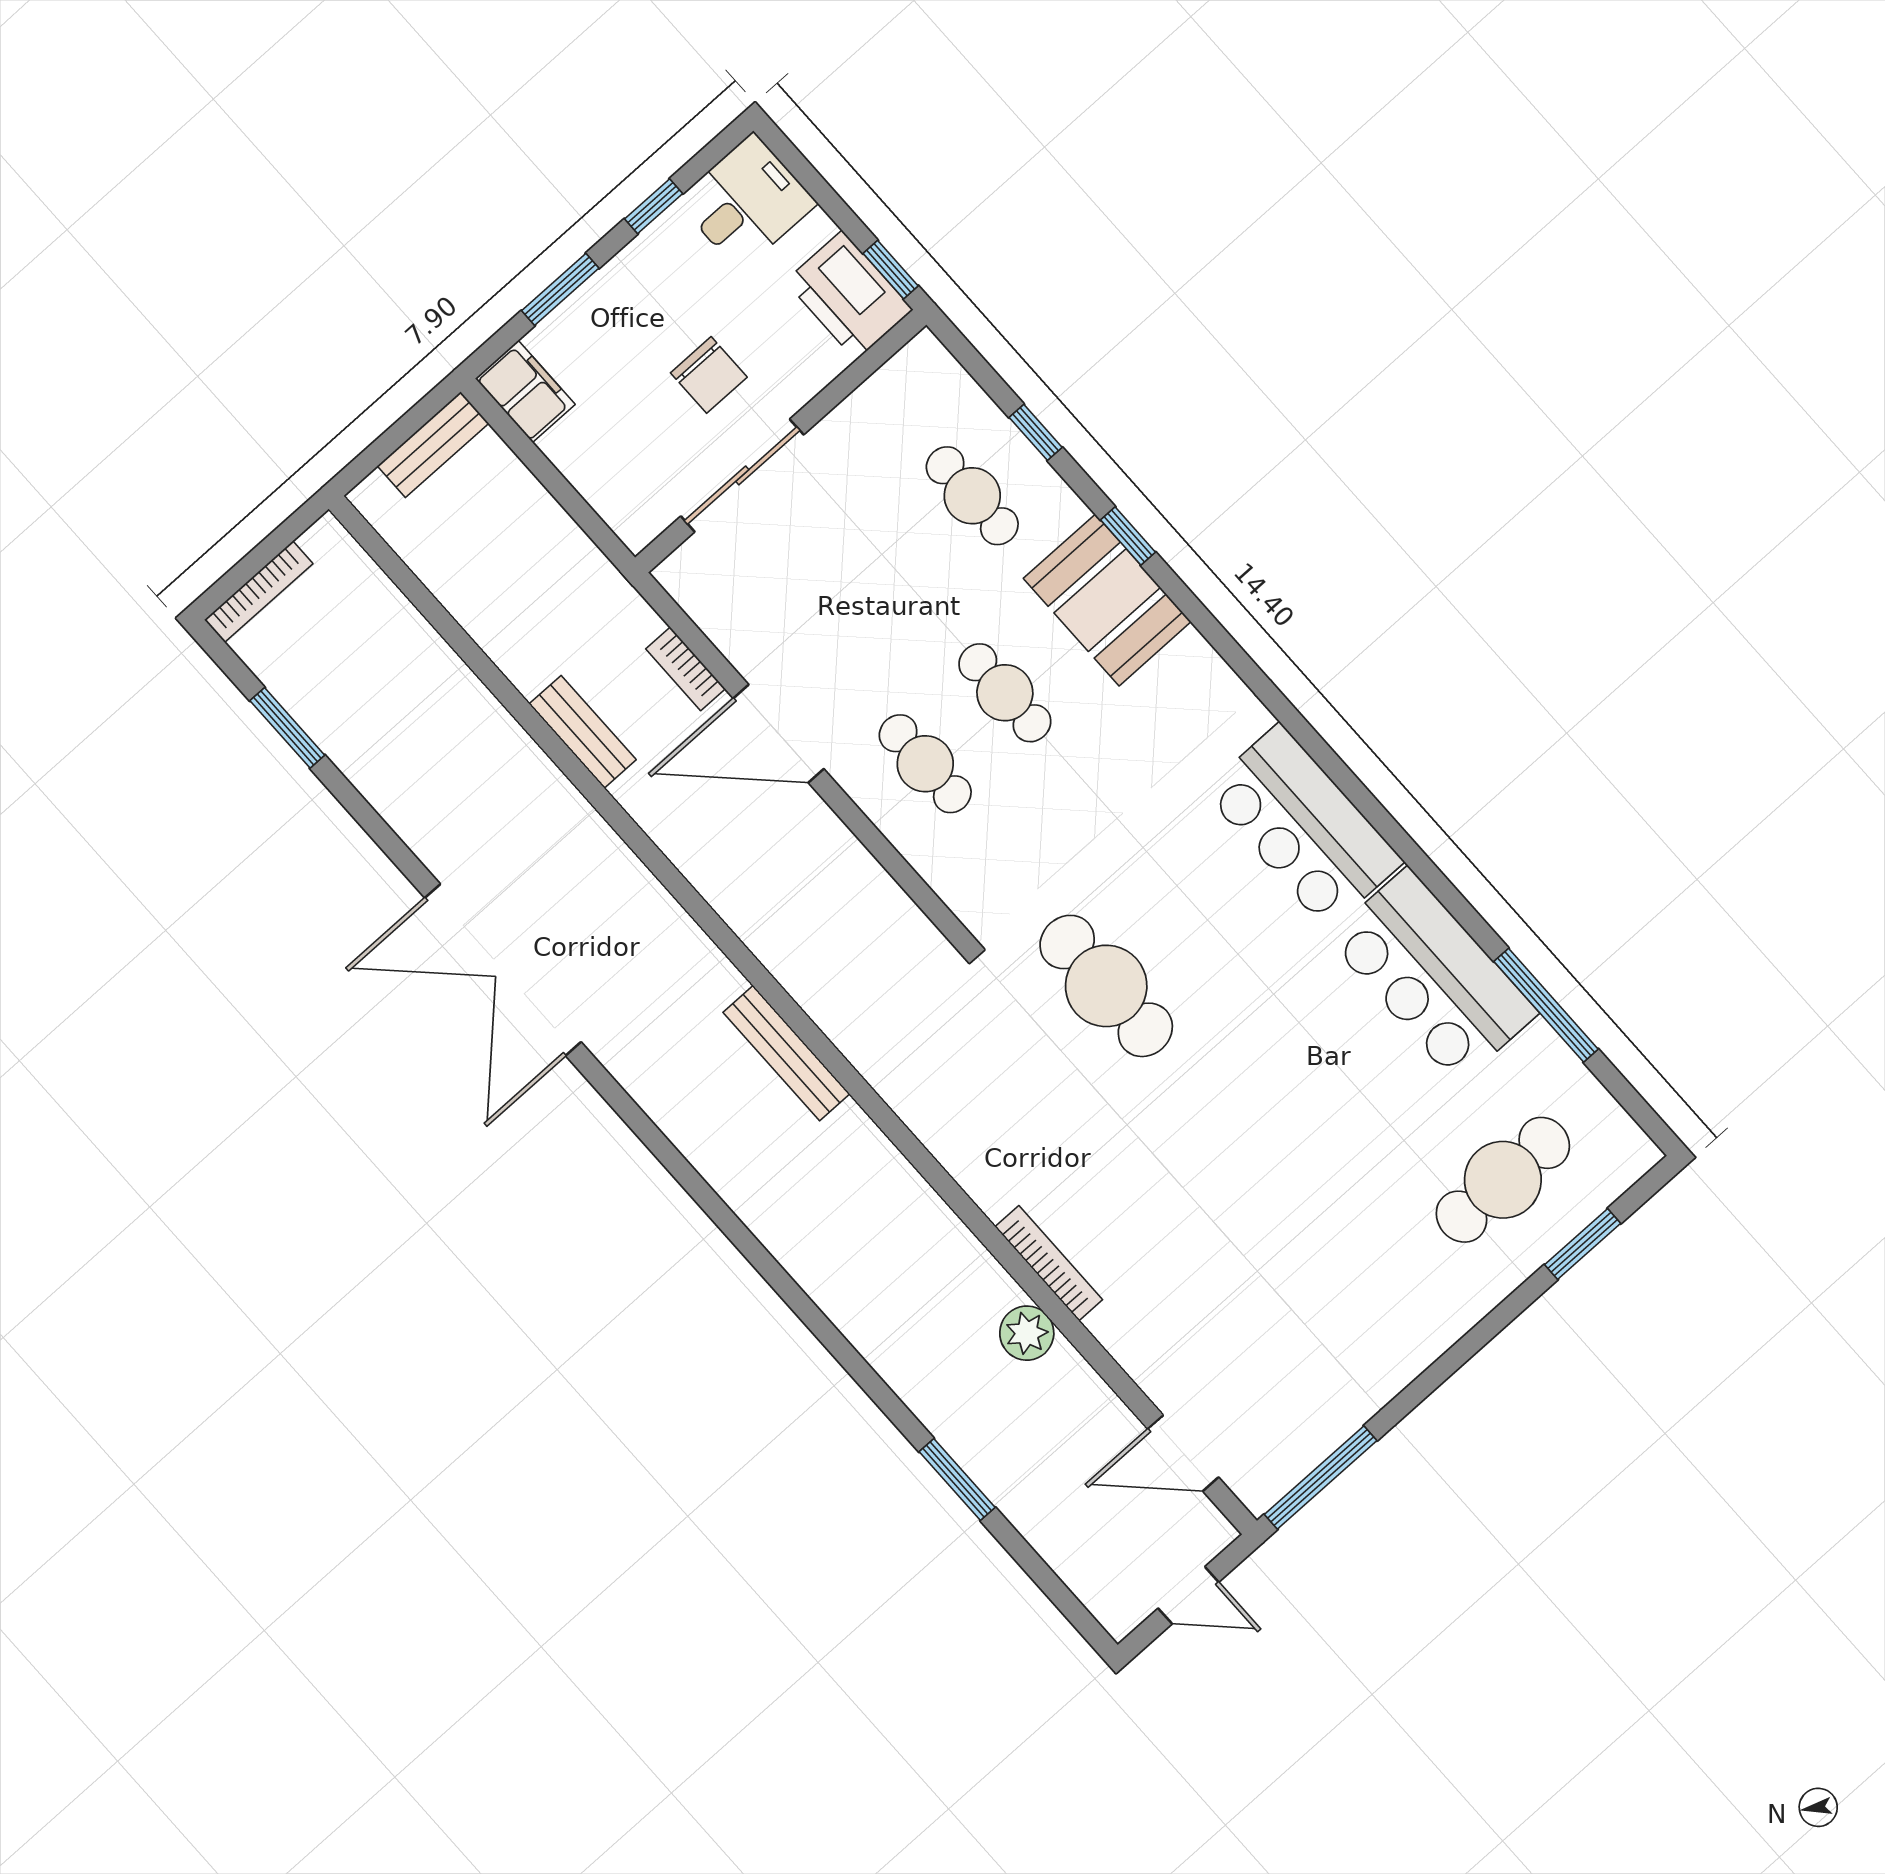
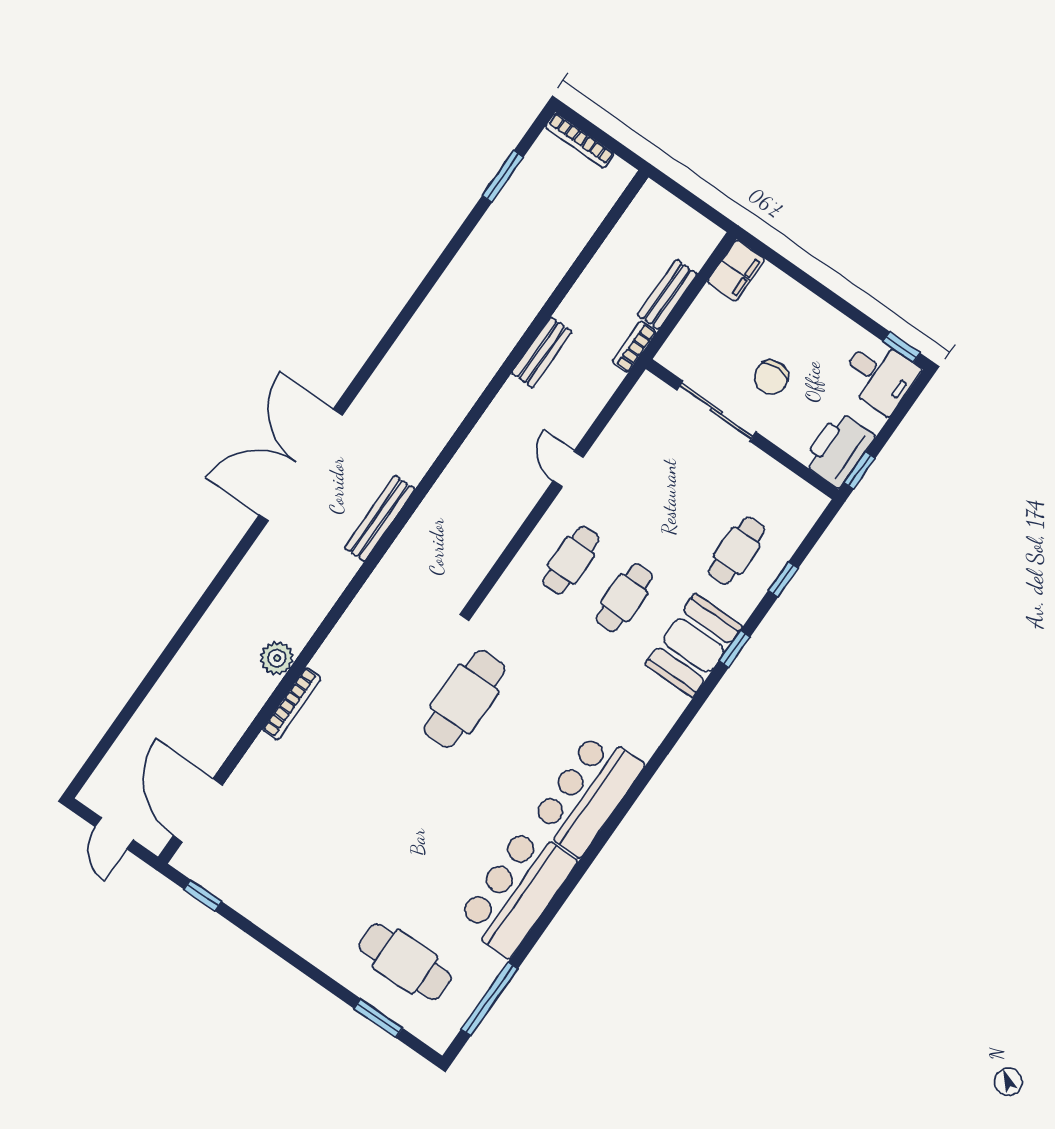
window: (654, 206) -> (902, 347), moved
window: (560, 289) -> (801, 277), removed
bench: (433, 445) -> (667, 294), moved, turned 90
bookcase: (685, 669) -> (634, 347), moved
door: (779, 734) -> (568, 469), width x0.53
double door: (503, 970) -> (301, 465), moved
window: (1546, 1005) -> (489, 999), moved
plant: (1027, 1333) -> (277, 658), moved
door: (1183, 1453) -> (198, 810), width x1.36
window: (1321, 1477) -> (203, 895), width x0.46
window: (957, 1480) -> (150, 680), removed

